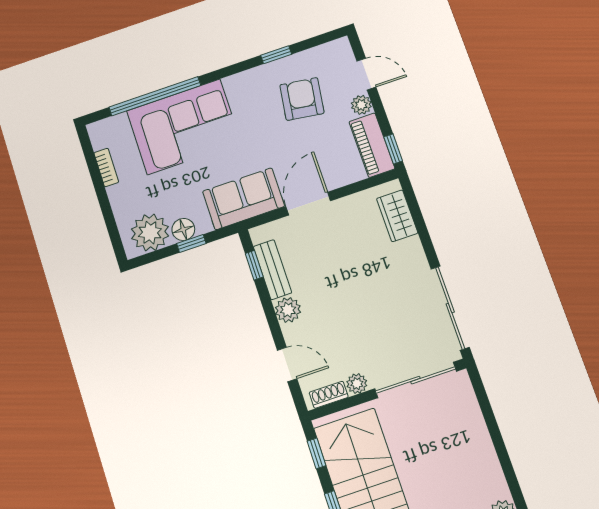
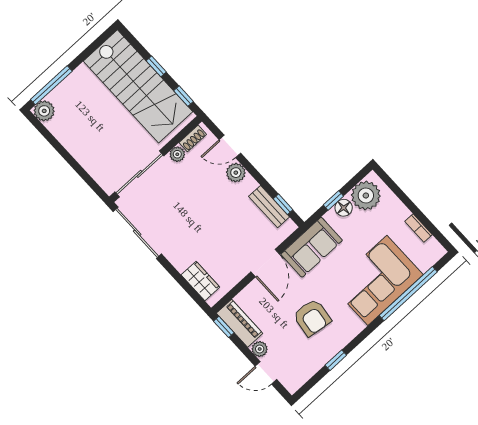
armchair: (302, 99) -> (312, 318), moved
plant: (288, 310) -> (236, 173), moved

